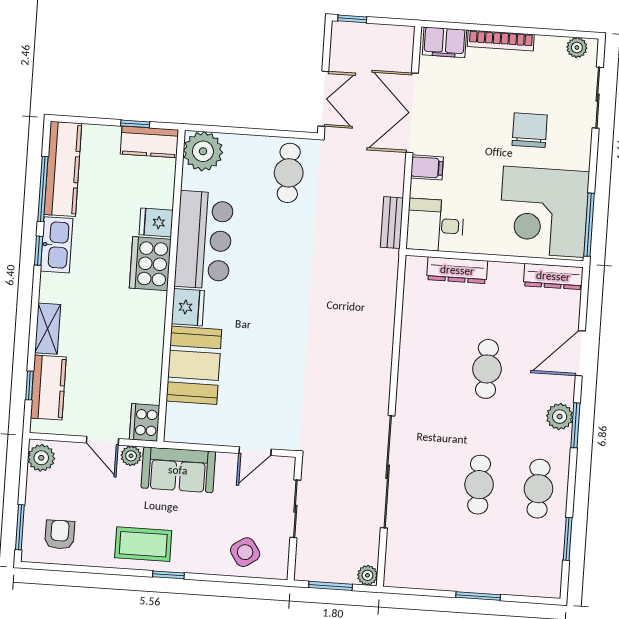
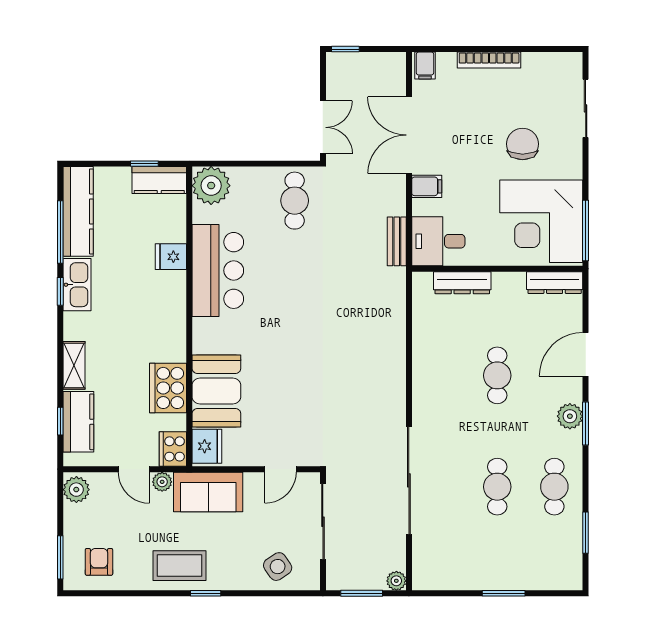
filing cabinet: (444, 42) -> (425, 65), width x0.50
plant: (577, 48) -> (562, 62), removed
cooker: (150, 264) -> (168, 388), moved
fridge: (188, 307) -> (207, 446), moved
sliding door: (295, 509) -> (323, 522), width x1.37

